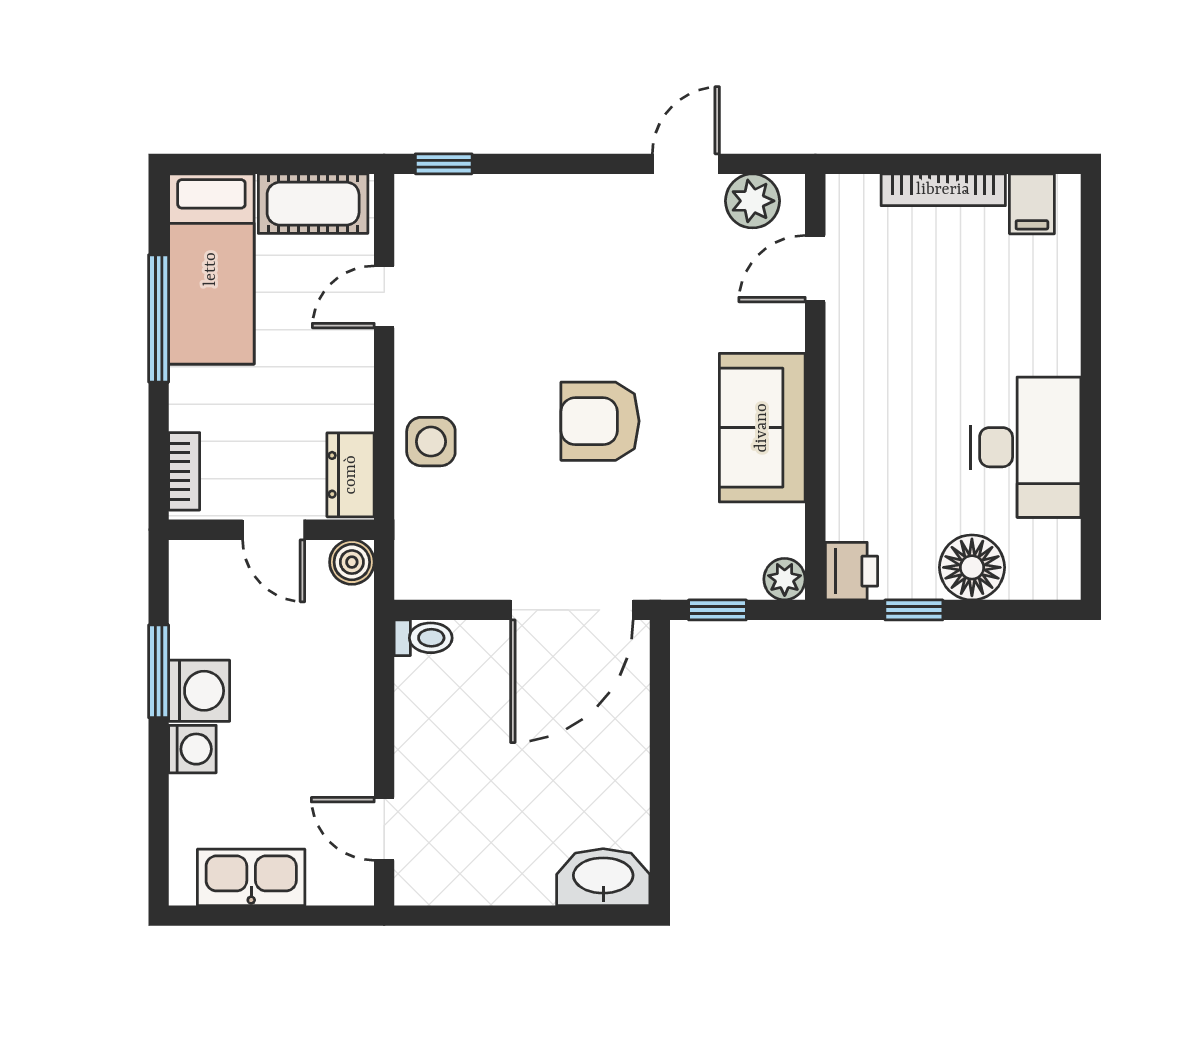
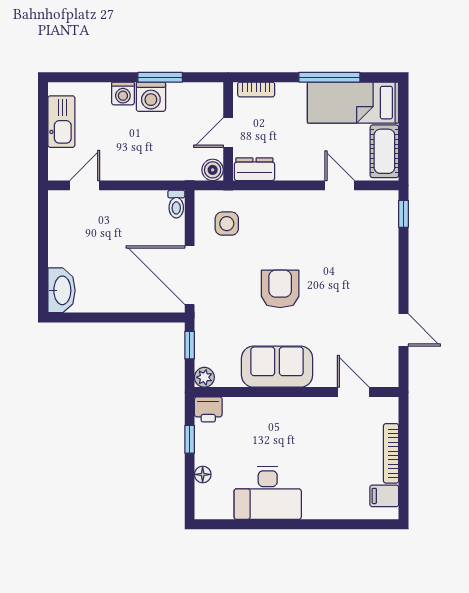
plant: (753, 201) -> (386, 362), removed
side table: (431, 442) -> (227, 224), moved
floor lamp: (972, 567) -> (203, 474), width x0.53, depth x0.53

